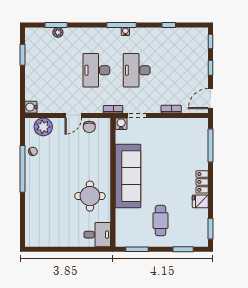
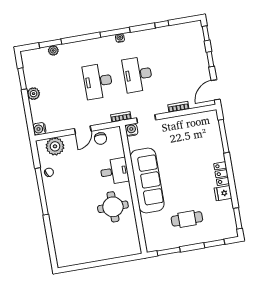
plant: (31, 71) -> (34, 94), added
cafe table: (160, 221) -> (187, 219), turned 90
desk: (97, 235) -> (114, 171), moved

